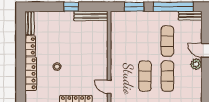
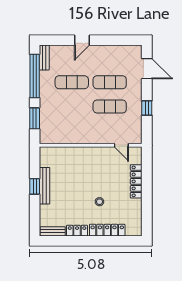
bench: (91, 16) -> (45, 186), moved
plant: (196, 64) -> (97, 51), removed
door: (109, 87) -> (121, 145), hinge flipped

